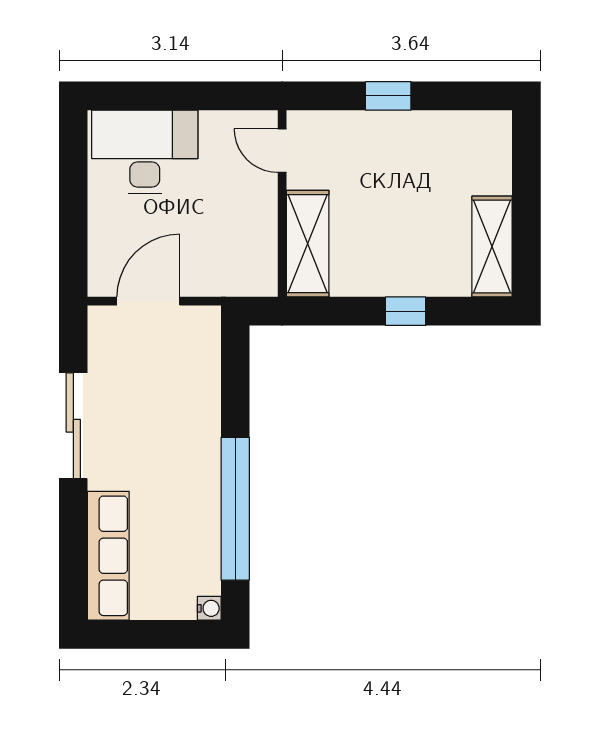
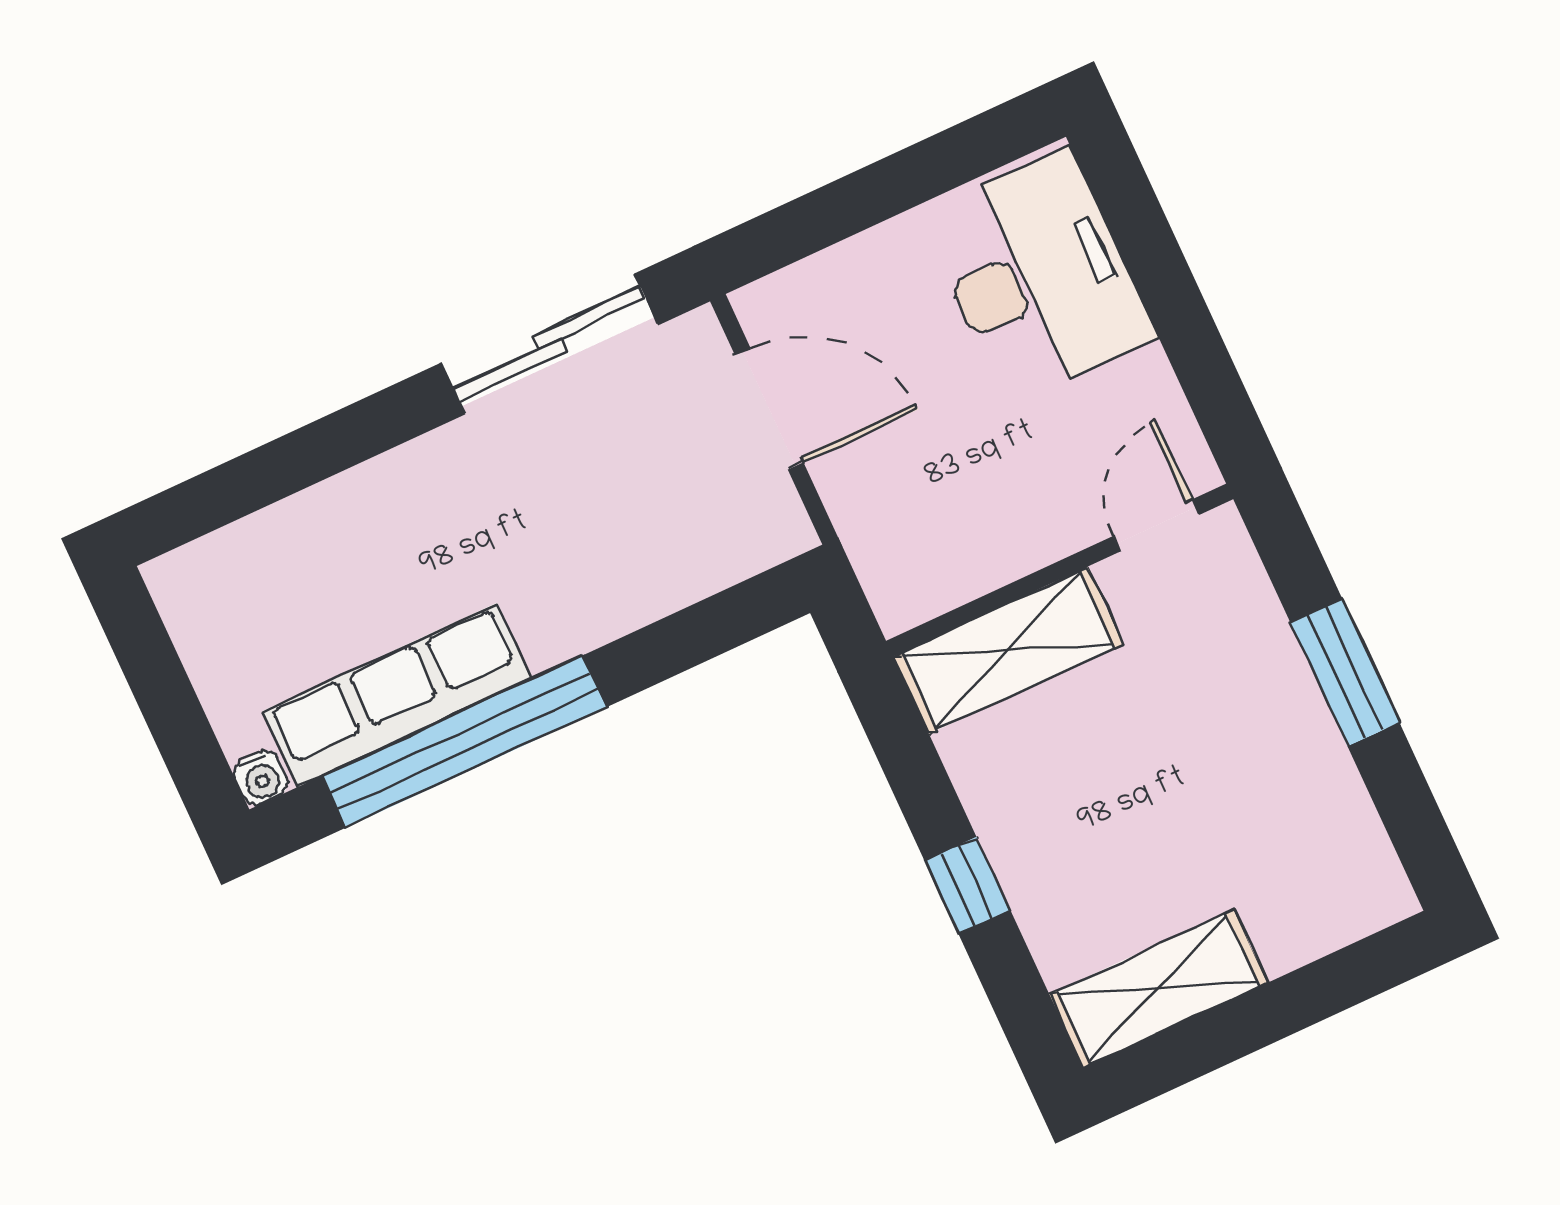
window: (388, 96) -> (1345, 673), width x1.50
sliding door: (73, 426) -> (550, 344), moved
row of seats: (108, 556) -> (397, 695), moved, turned 180

